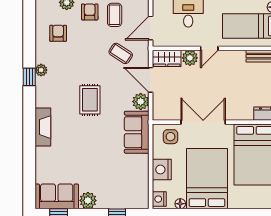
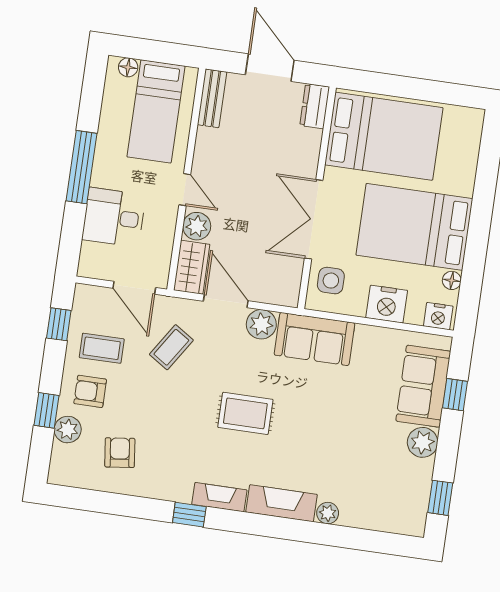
armchair: (58, 33) -> (120, 453), turned 83
plant: (41, 70) -> (328, 513), moved
door: (151, 80) -> (226, 301), swing flipped
fireplace: (41, 92) -> (219, 497), added
sofa: (57, 196) -> (423, 386), moved

